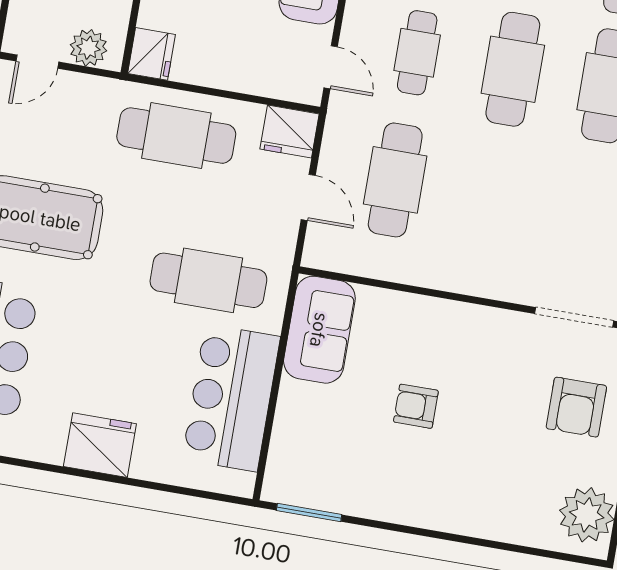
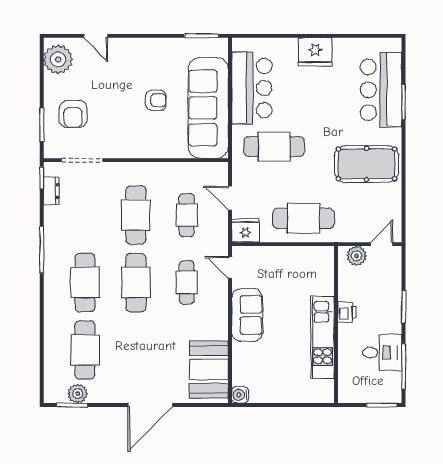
fridge: (151, 54) -> (324, 258), removed
cafe table: (395, 180) -> (187, 215), width x0.73, depth x0.74
cafe table: (491, 196) -> (136, 215), added
sofa: (319, 330) -> (208, 108), width x1.85, depth x1.27
armchair: (576, 407) -> (73, 114), turned 180
door: (508, 547) -> (96, 36), added

